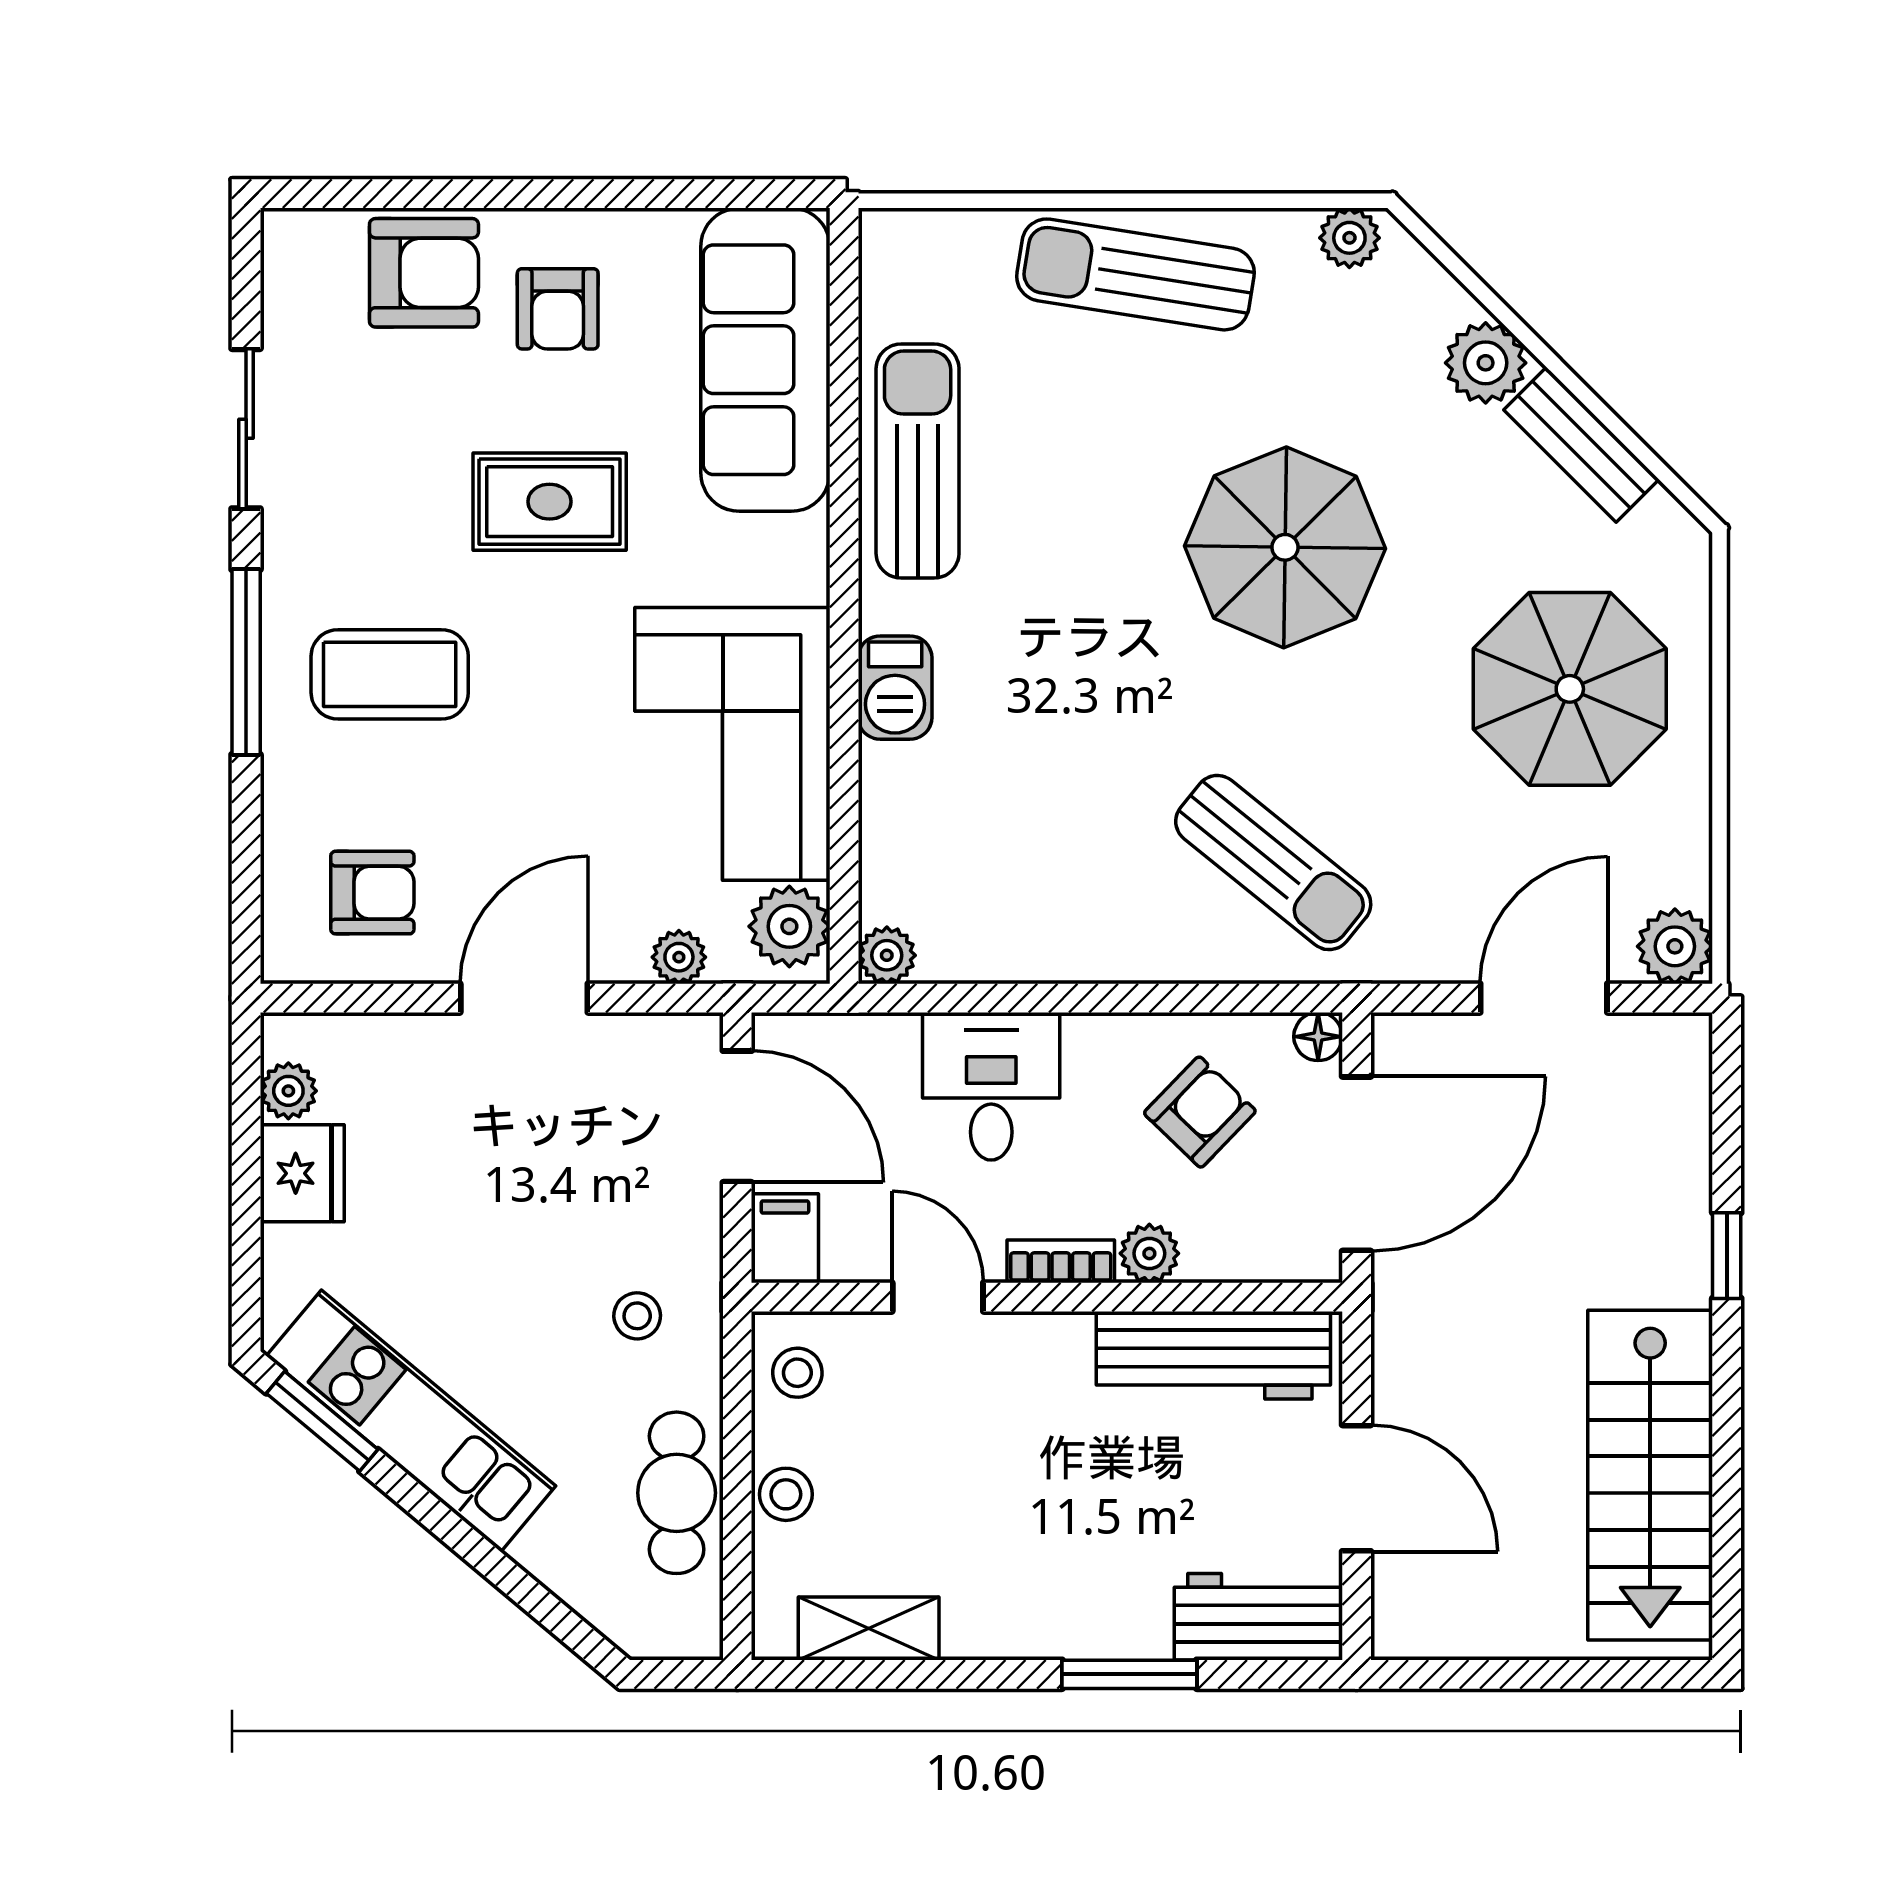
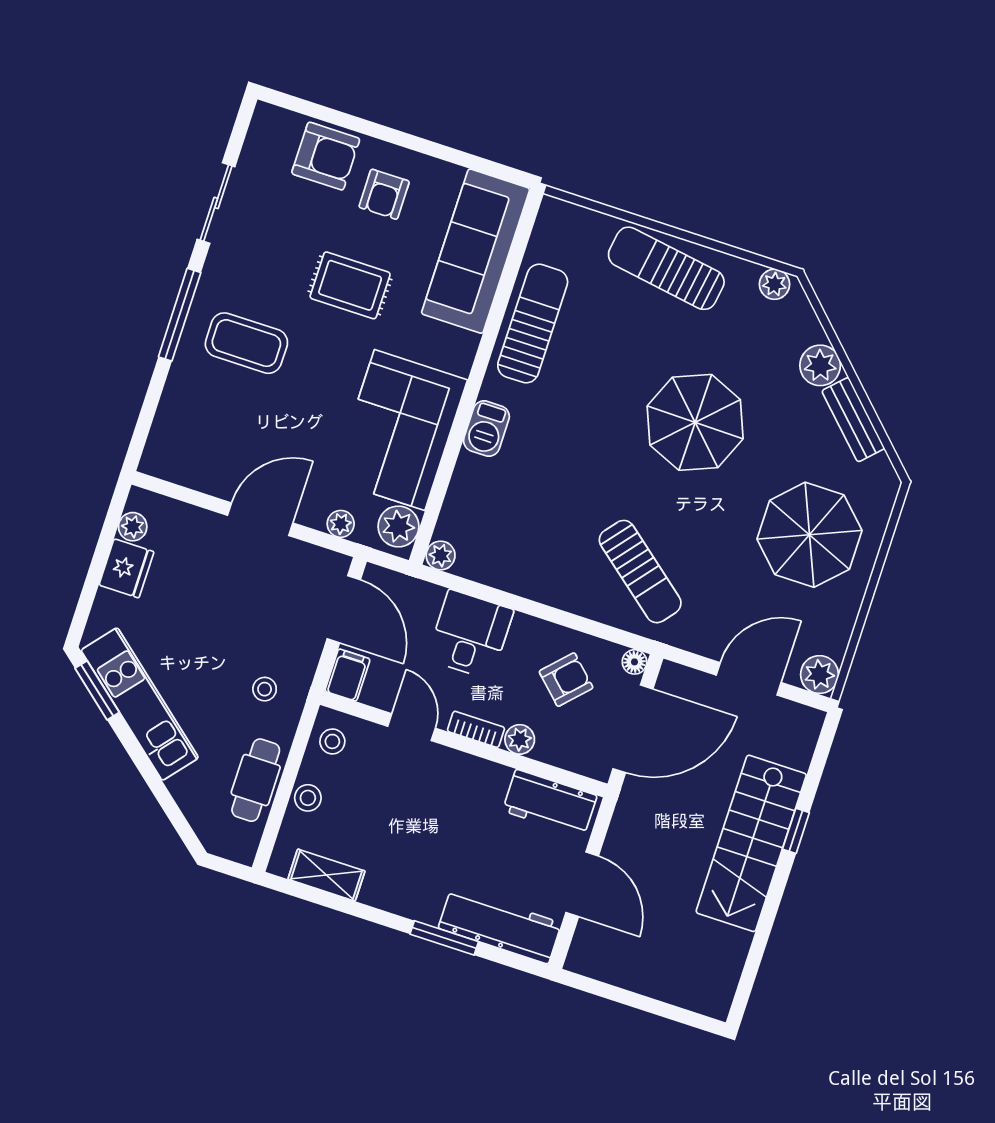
armchair: (372, 893) -> (204, 445), removed
workbench: (1213, 1355) -> (550, 803), width x0.73
stairs: (1650, 1475) -> (751, 843), moved
workbench: (1258, 1617) -> (500, 926), width x1.38

